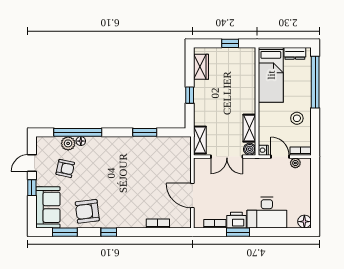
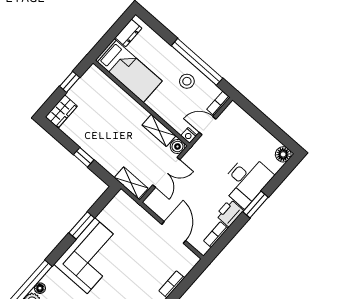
wardrobe: (201, 67) -> (61, 112), moved, turned 90
window: (315, 82) -> (197, 62), moved
corner sofa: (131, 155) -> (91, 256), added
plant: (295, 163) -> (225, 117), removed
door: (192, 195) -> (174, 232), swing flipped
window: (238, 232) -> (255, 204), moved

